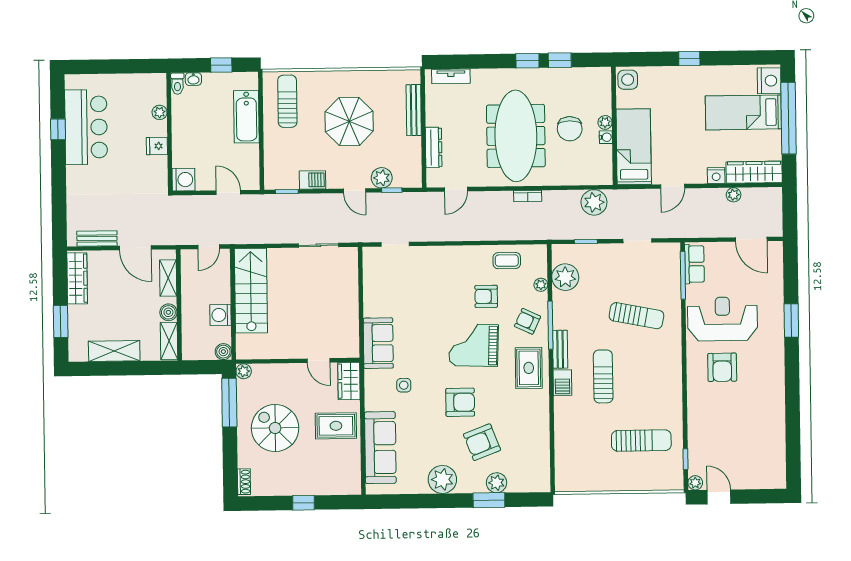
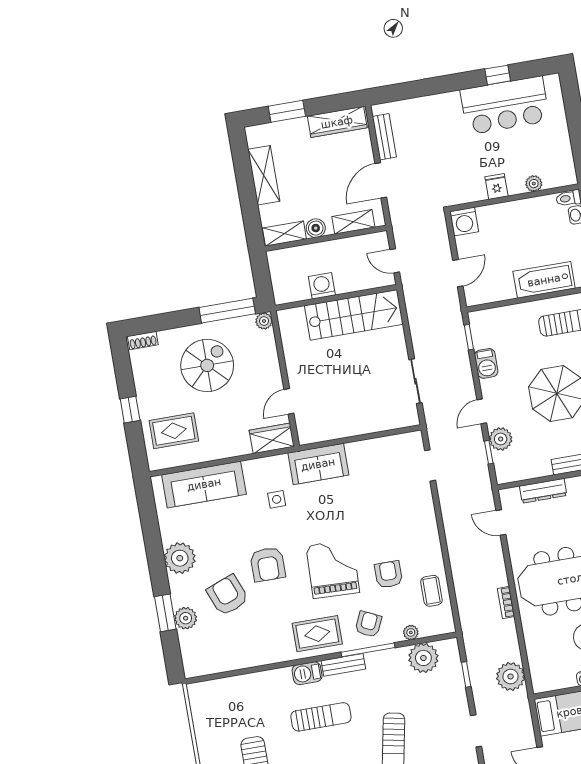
boiler: (223, 352) -> (282, 295), removed
rug: (336, 426) -> (174, 431), moved, turned 90

